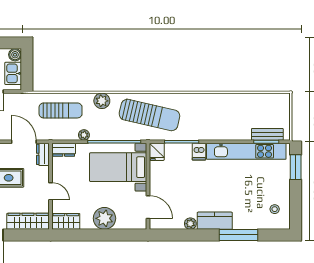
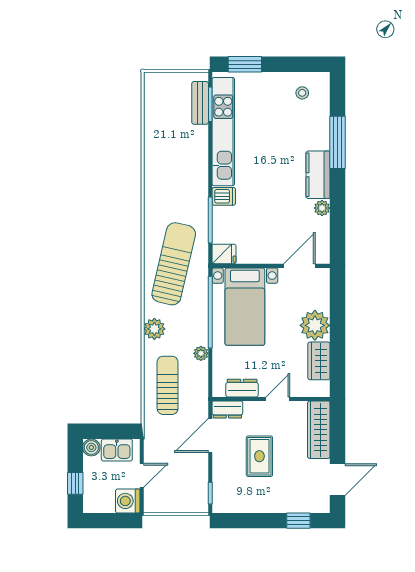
dresser: (64, 150) -> (242, 388), moved, turned -90
wardrobe: (66, 221) -> (319, 361), moved

